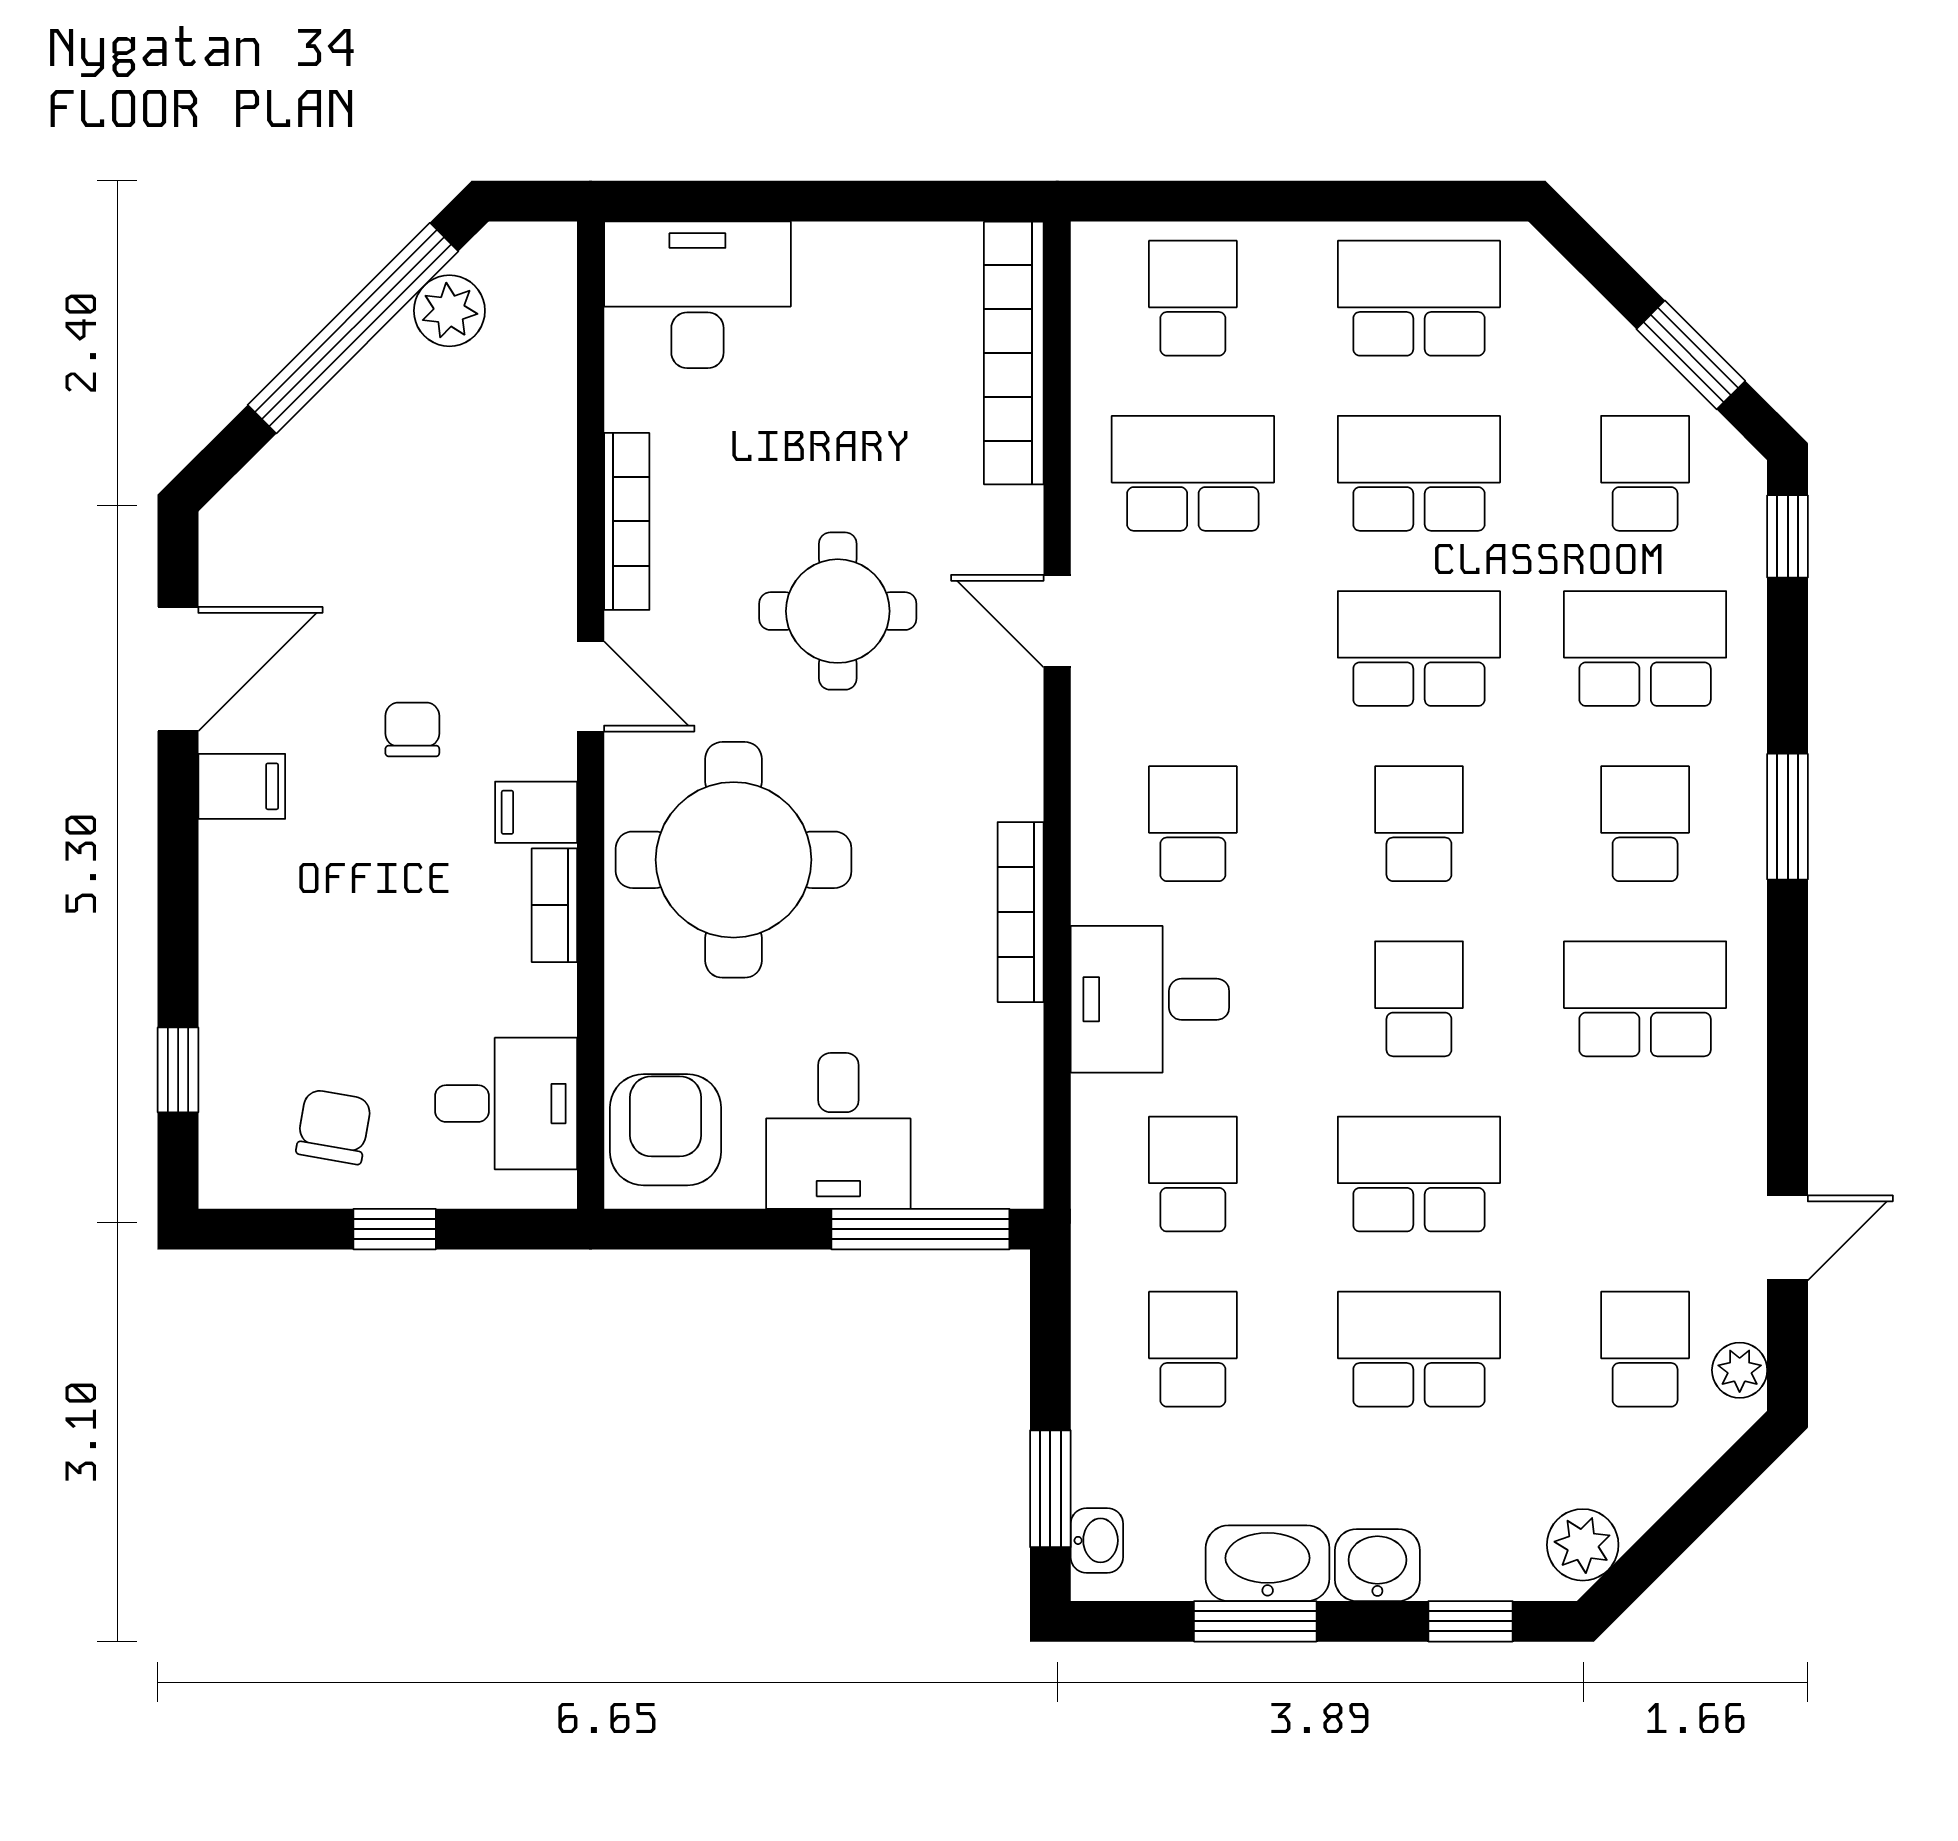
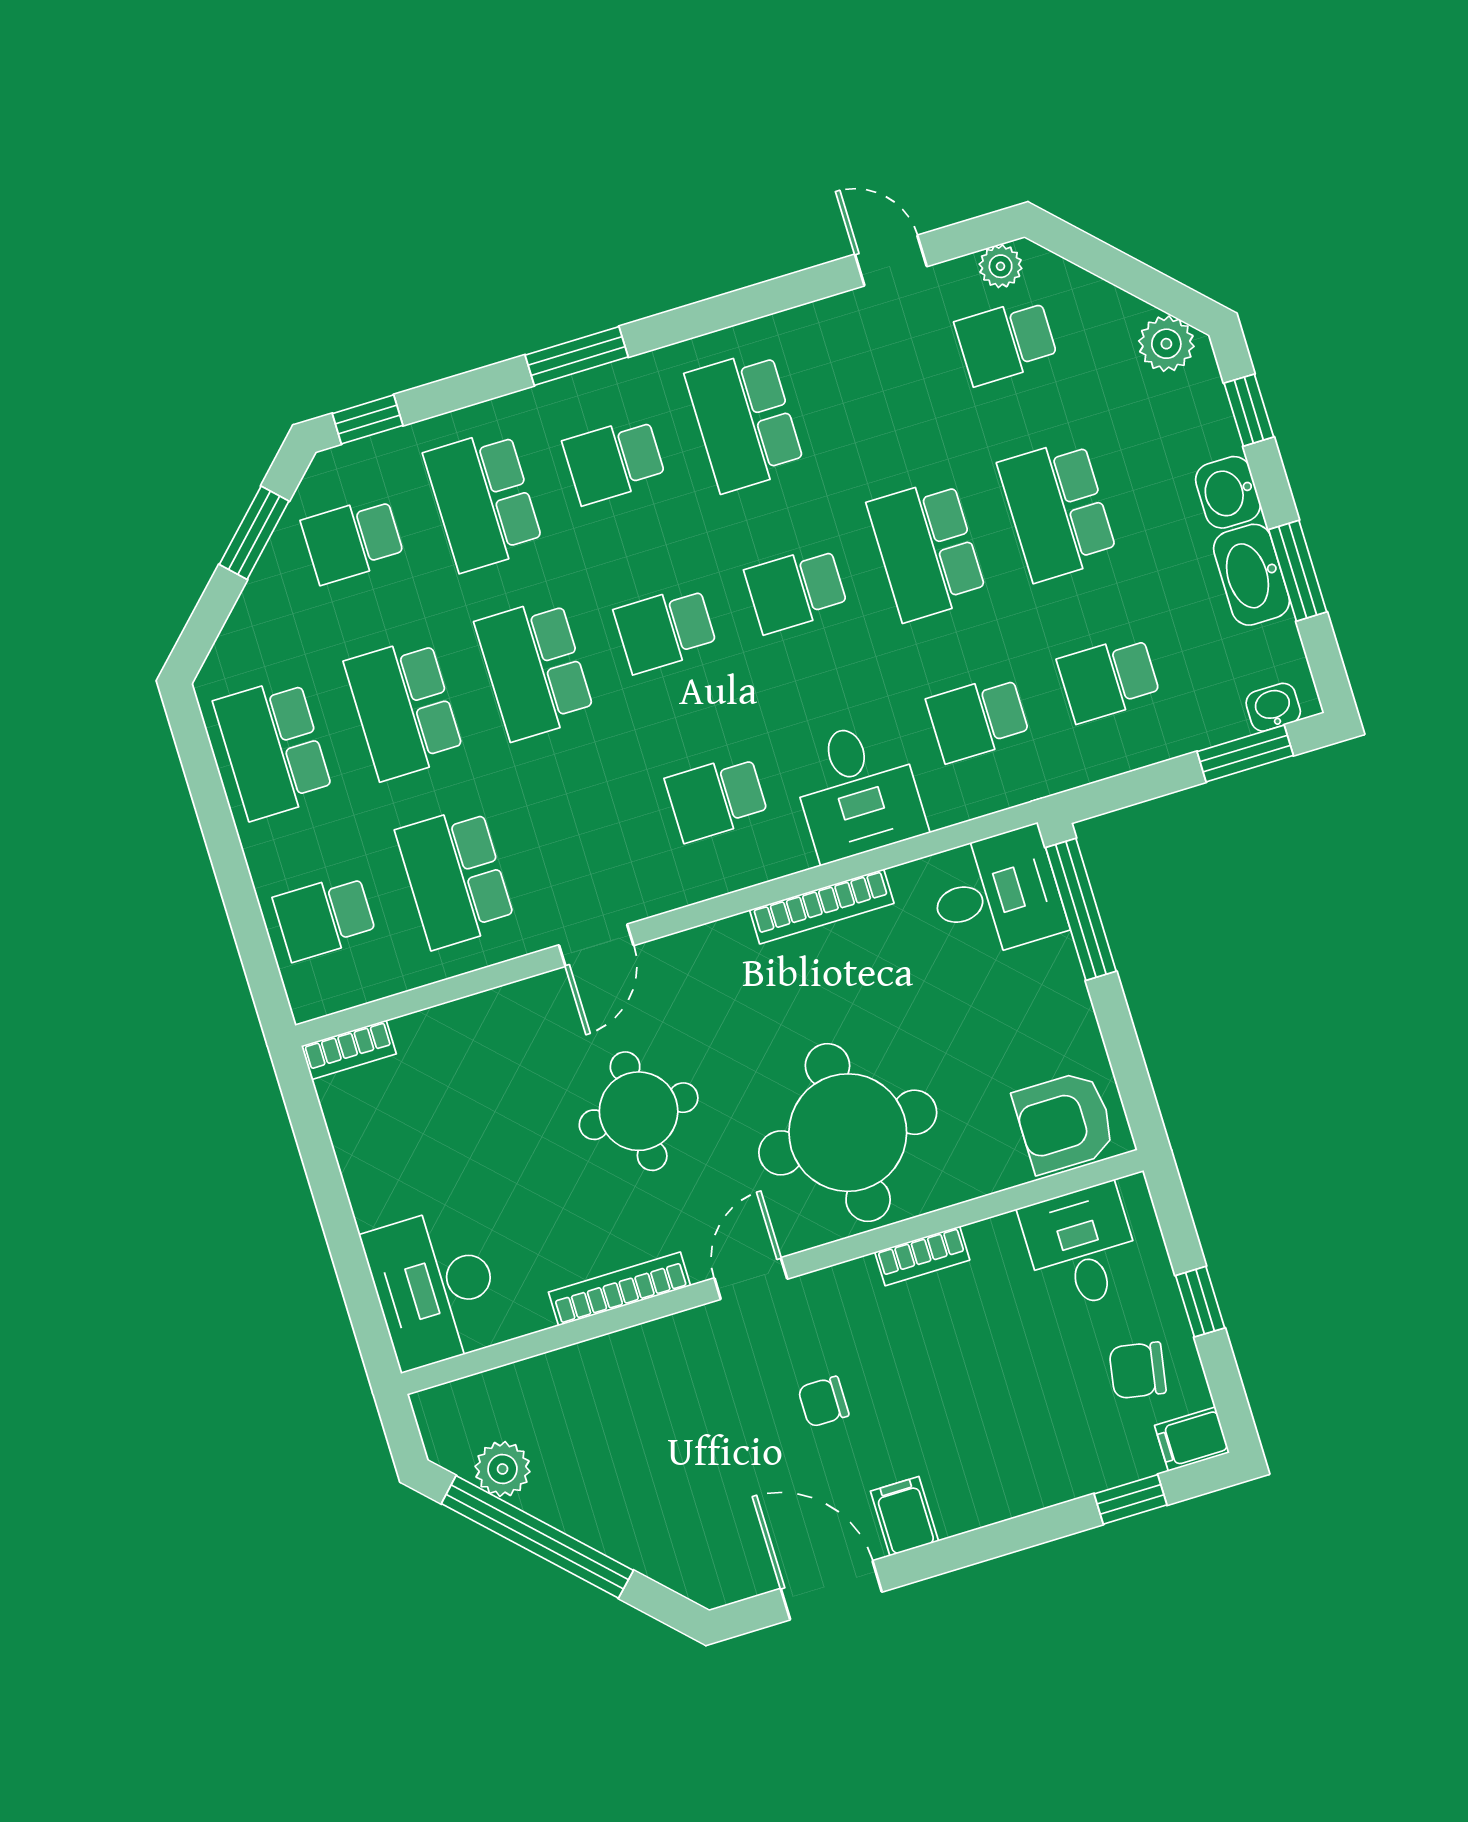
bookcase: (1014, 353) -> (349, 1050), width x0.43, depth x0.76
filing cabinet: (536, 812) -> (1192, 1439), moved, turned 90
desk: (838, 1131) -> (996, 894), moved

